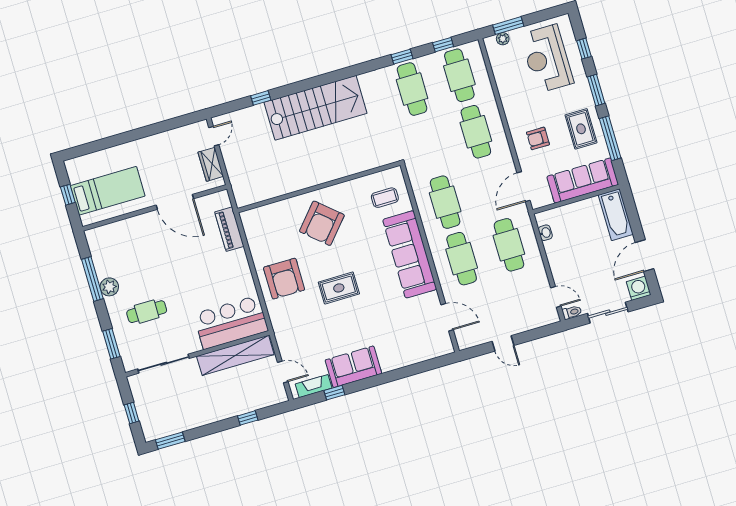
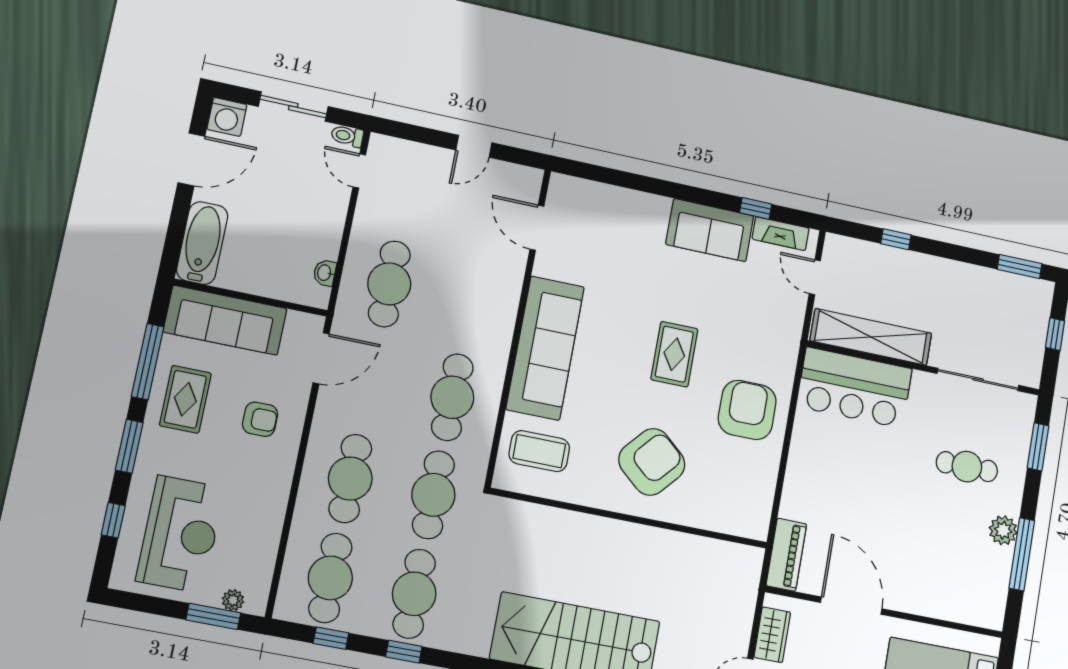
coffee table: (385, 198) -> (539, 451), width x1.36, depth x1.30
piano: (229, 229) -> (786, 555), moved
cafe table: (462, 259) -> (433, 495), moved
rug: (339, 288) -> (674, 354), turned 90
door: (503, 343) -> (474, 146), swing flipped

